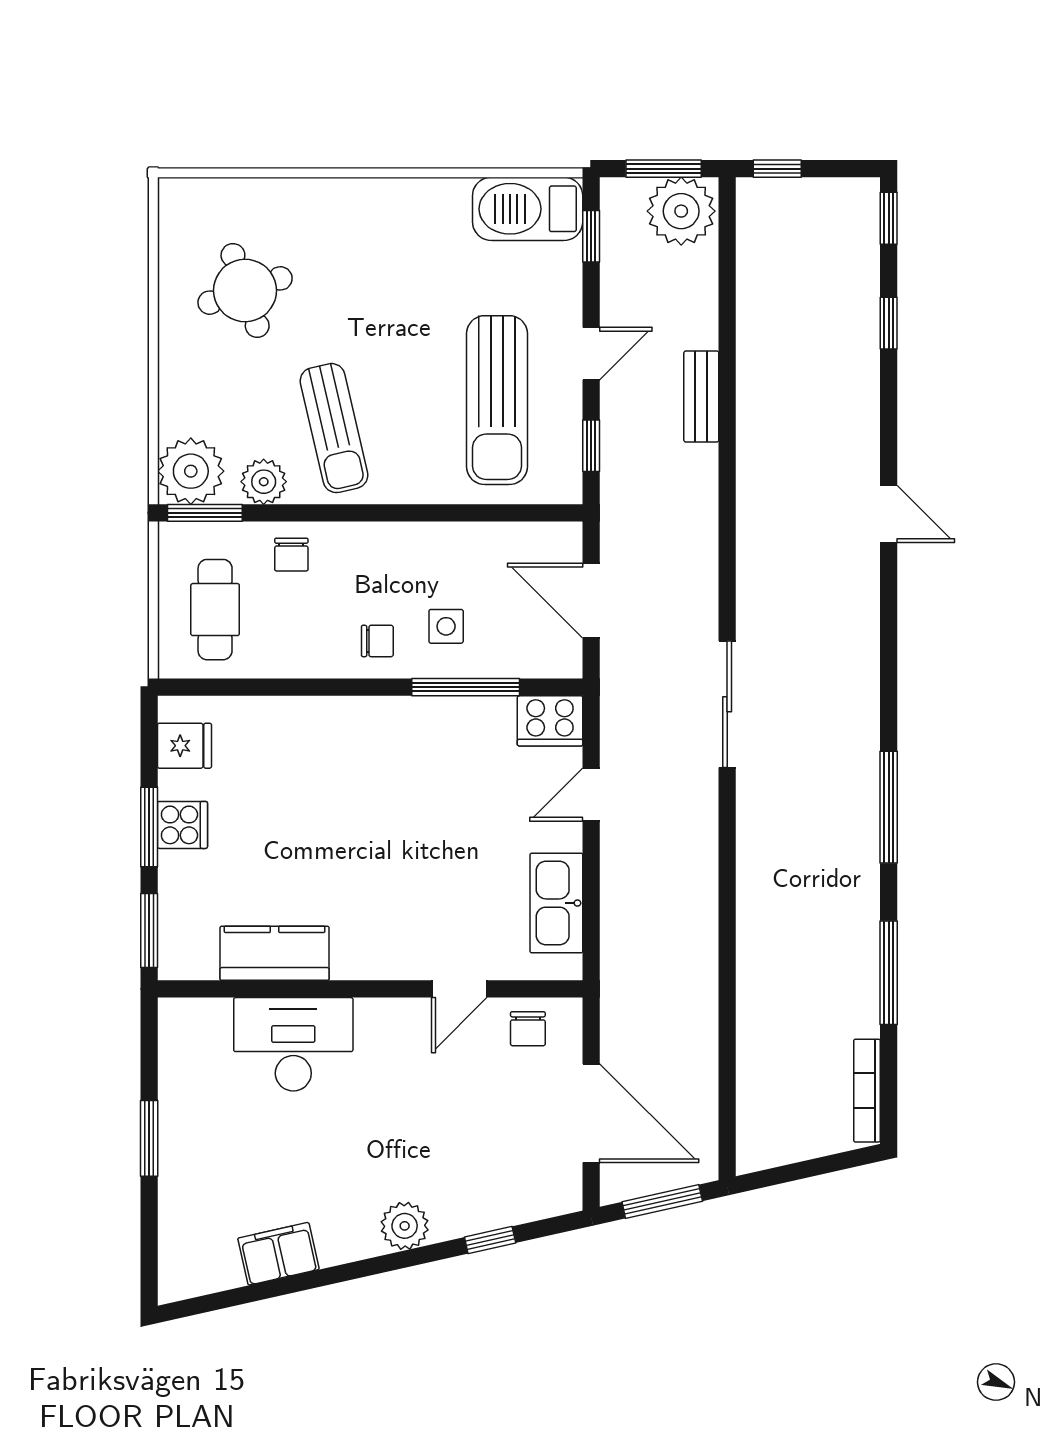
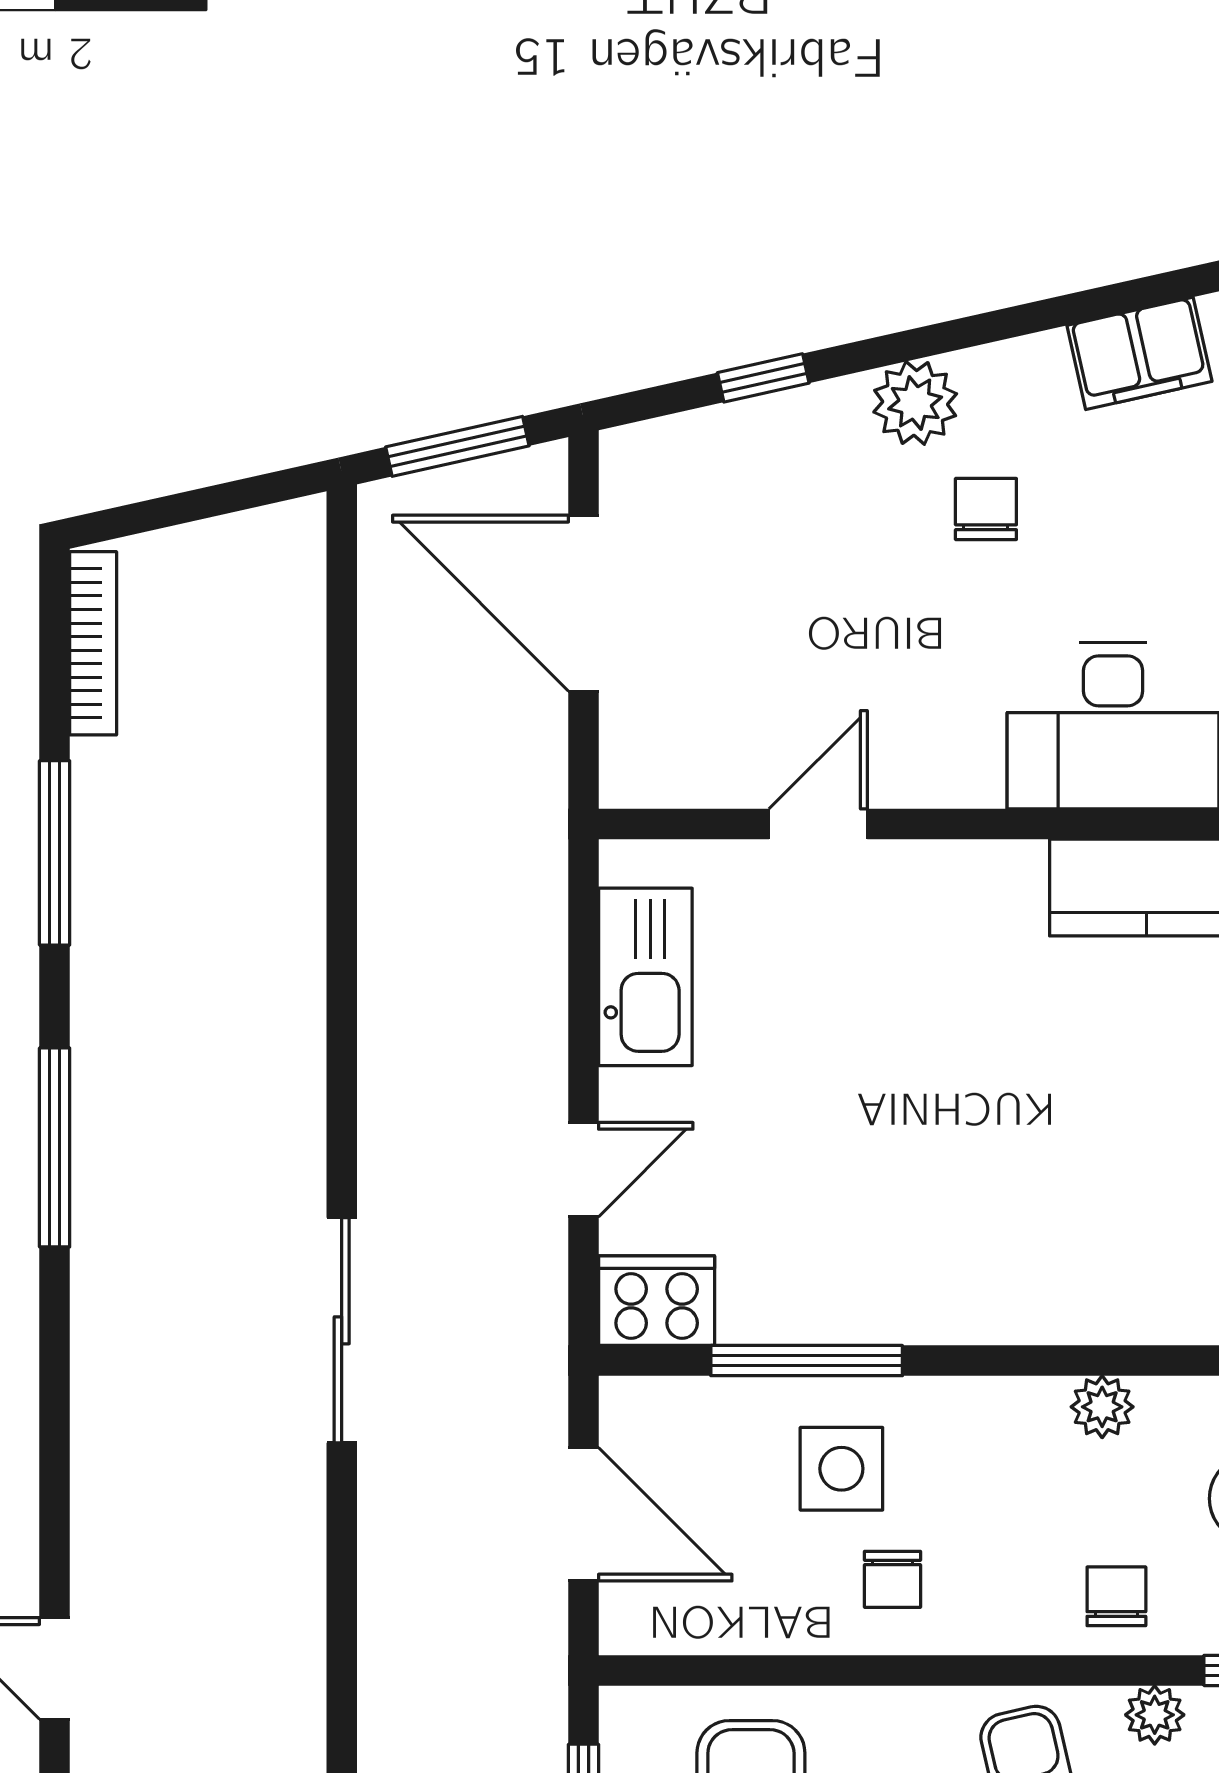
plant: (264, 482) -> (1155, 1715), width x0.73, depth x0.73
side table: (446, 626) -> (841, 1469), width x1.37, depth x1.37
chair: (377, 641) -> (892, 1579), moved, turned -90
plant: (299, 661) -> (1102, 1407), added
chair: (528, 1029) -> (986, 509), moved

